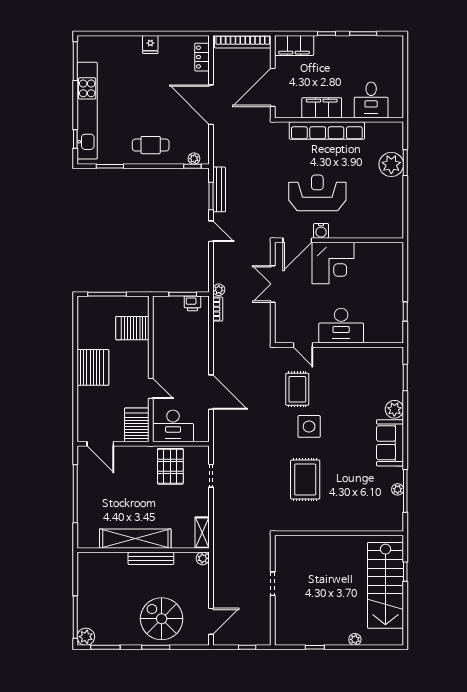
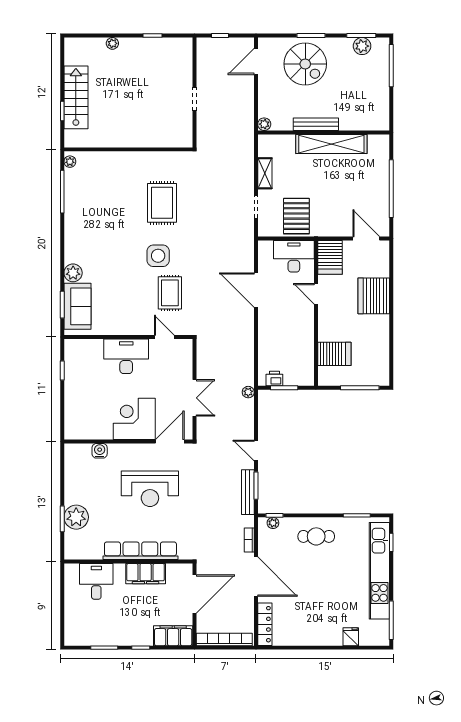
fridge: (150, 44) -> (351, 637), moved
locker: (202, 57) -> (265, 624), width x1.53
water cooler: (321, 231) -> (100, 451), moved
bookcase: (218, 309) -> (249, 540), moved
server rack: (93, 367) -> (374, 296), moved
sofa: (390, 443) -> (77, 306), moved
plant: (398, 489) -> (70, 162), moved
shelving: (202, 533) -> (265, 173), moved
stairs: (385, 585) -> (76, 97), width x0.73, depth x0.66
plant: (86, 637) -> (362, 46), moved

